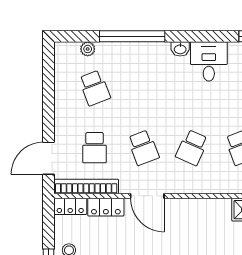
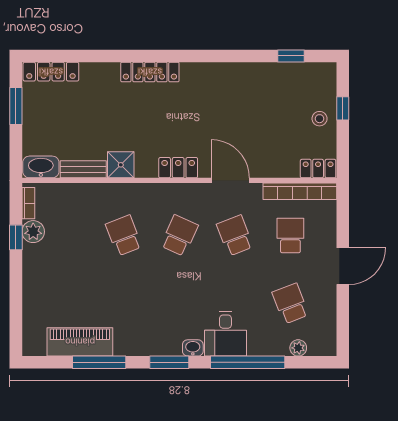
window: (201, 36) -> (169, 362), added
desk: (209, 61) -> (225, 334), moved
door: (49, 158) -> (343, 266), moved
locker: (106, 207) -> (178, 168), moved

